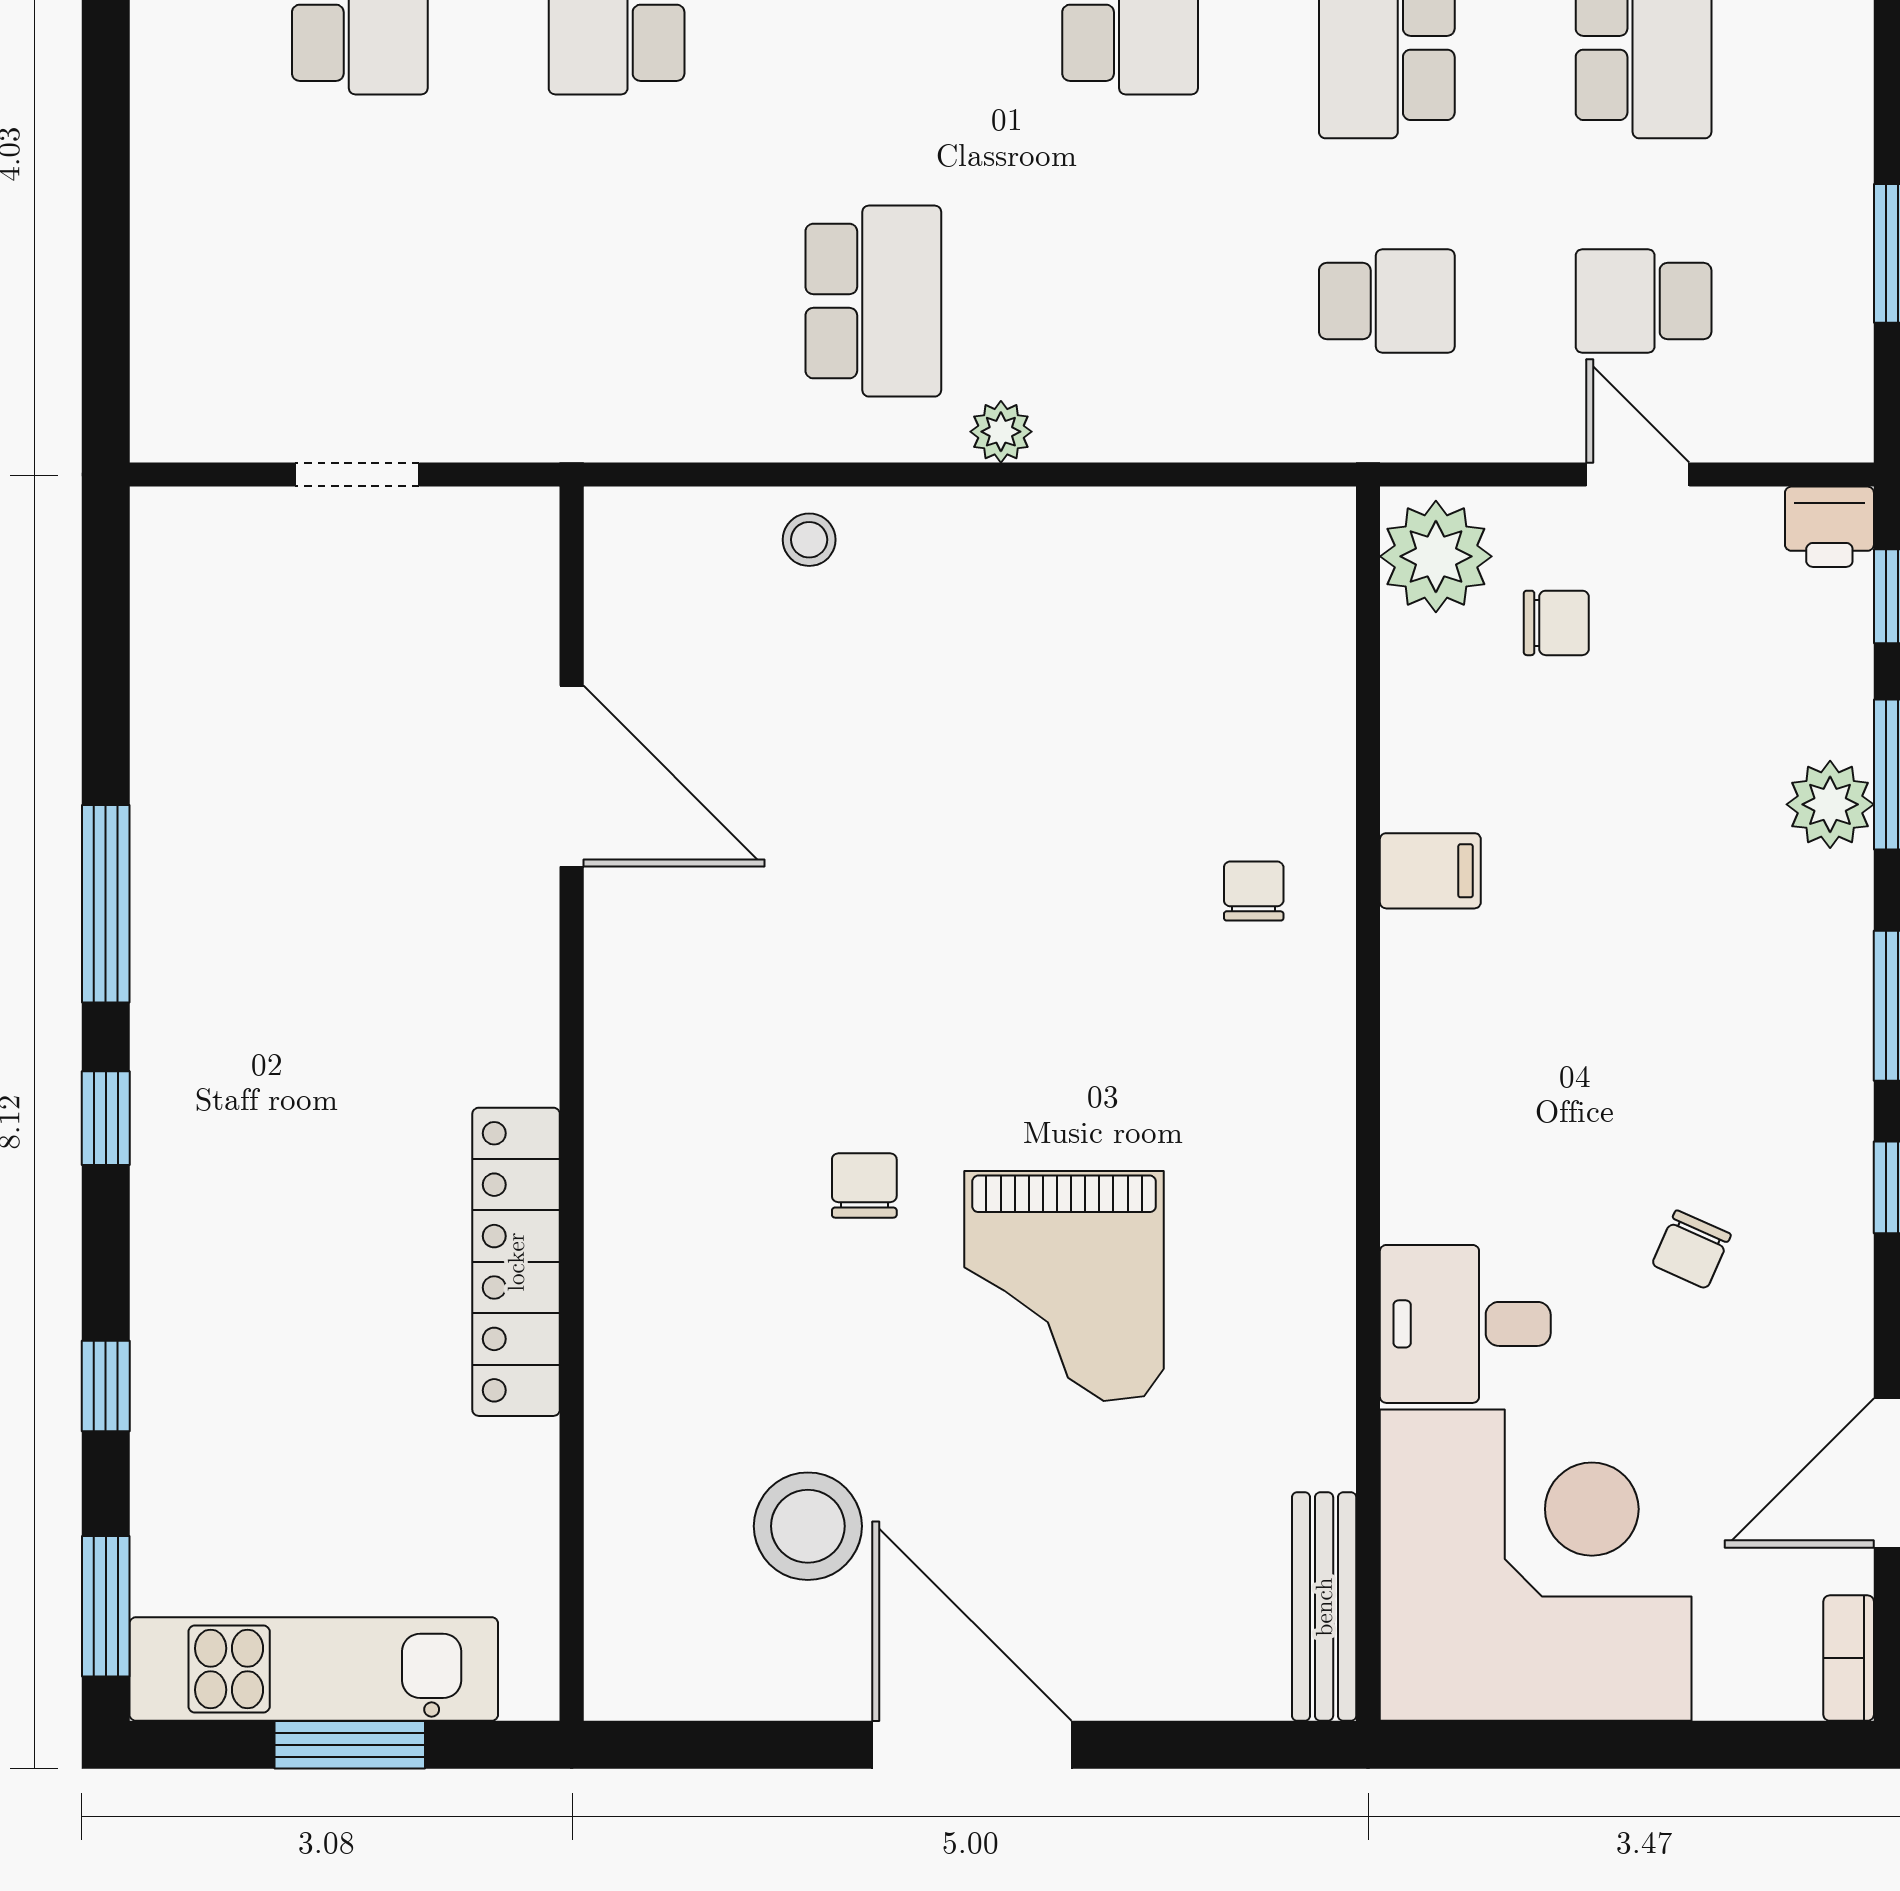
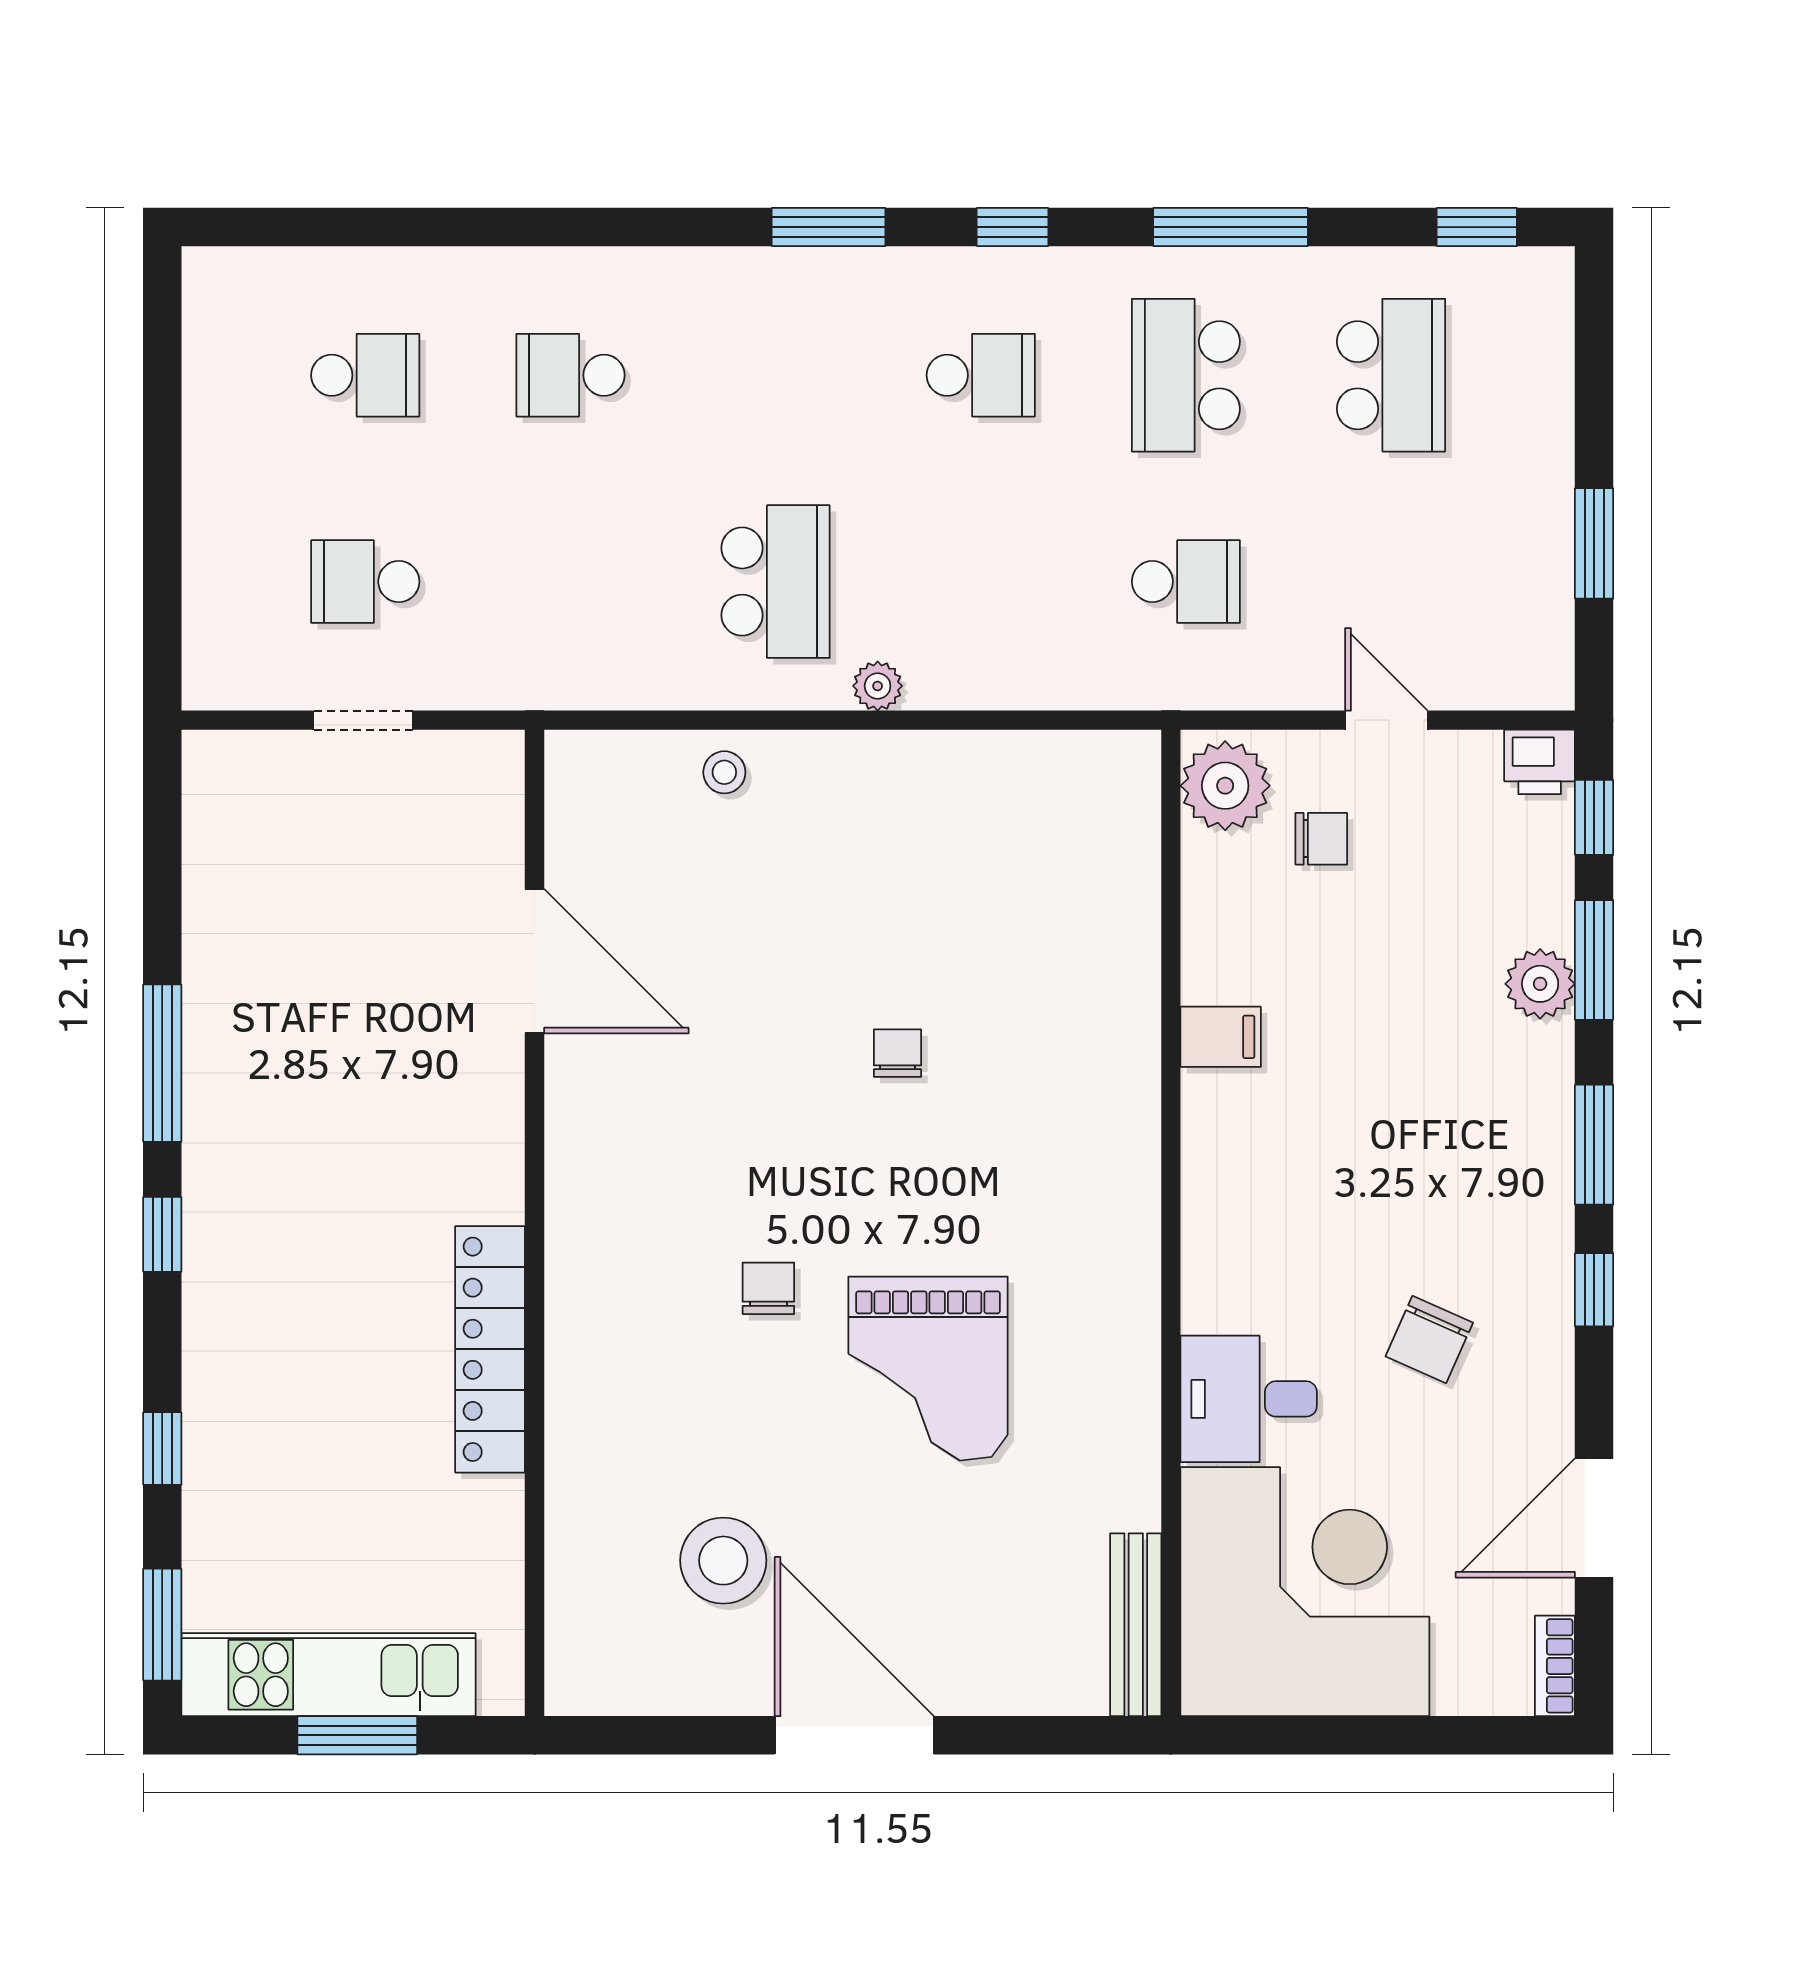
school desk: (1644, 301) -> (365, 582), moved
chair: (1254, 891) -> (897, 1053), moved
chair: (1691, 1249) -> (1429, 1339), width x1.37, depth x1.37

